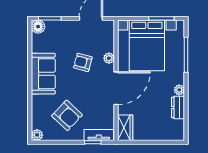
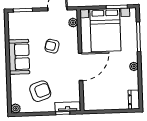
floor lamp: (38, 27) -> (13, 17), removed
plant: (109, 58) -> (73, 23), moved
dresser: (178, 108) -> (134, 100), moved
armchair: (67, 115) -> (40, 91), turned -61
wardrobe: (125, 128) -> (89, 100), removed

